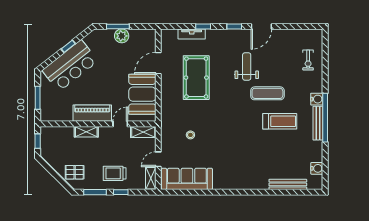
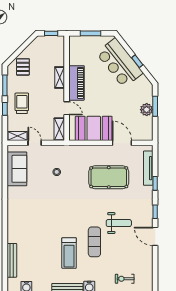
tv unit: (192, 34) -> (148, 168), width x1.41
sofa: (187, 179) -> (17, 169), width x0.73

